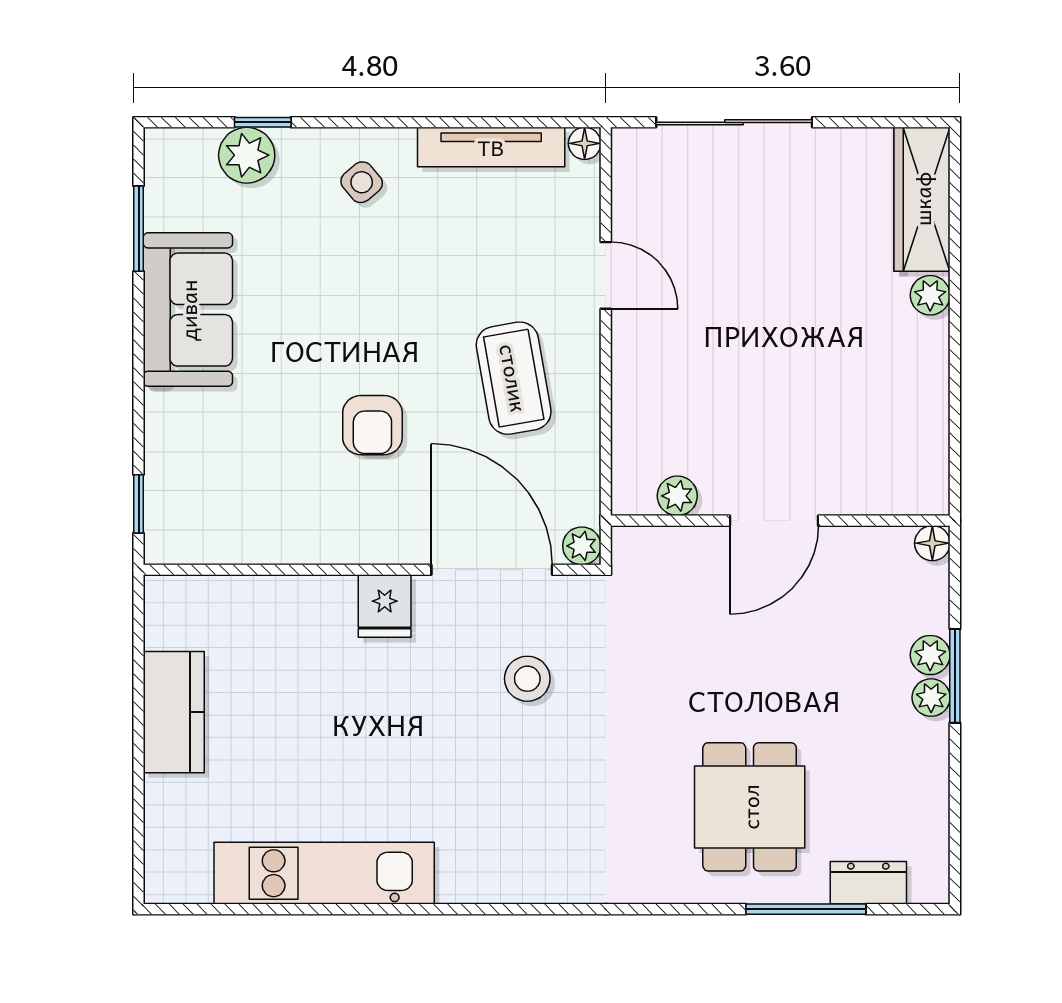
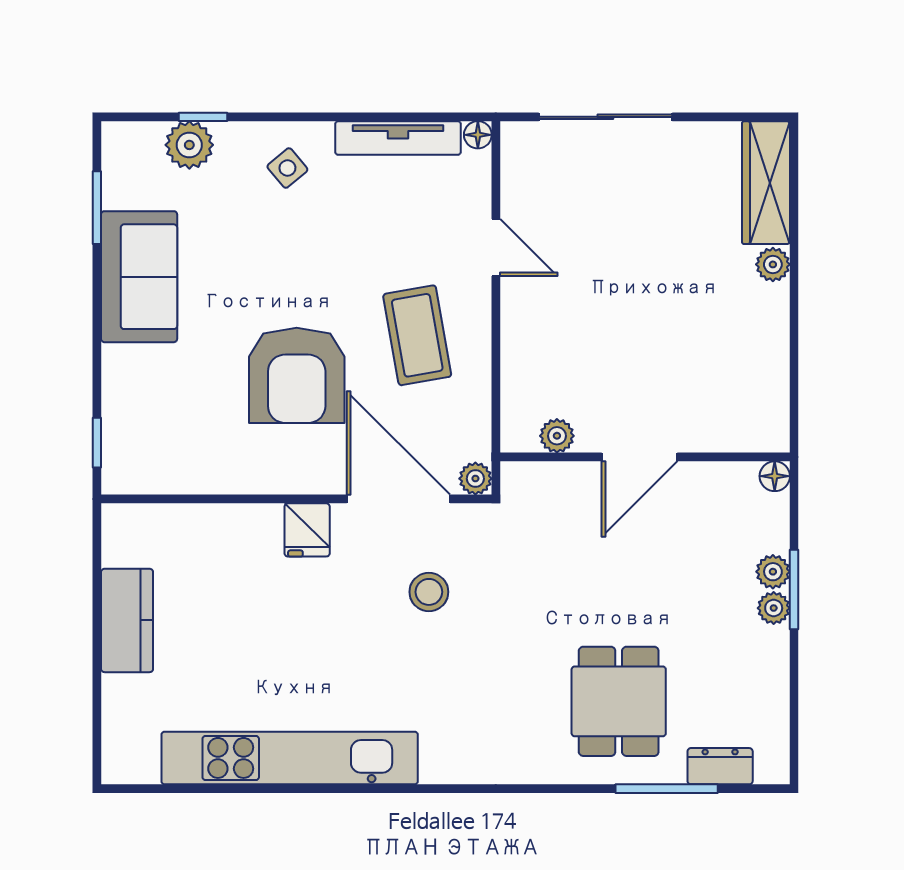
armchair: (372, 425) -> (297, 375), width x1.88, depth x1.88
kitchen unit: (324, 873) -> (290, 758), width x1.36

